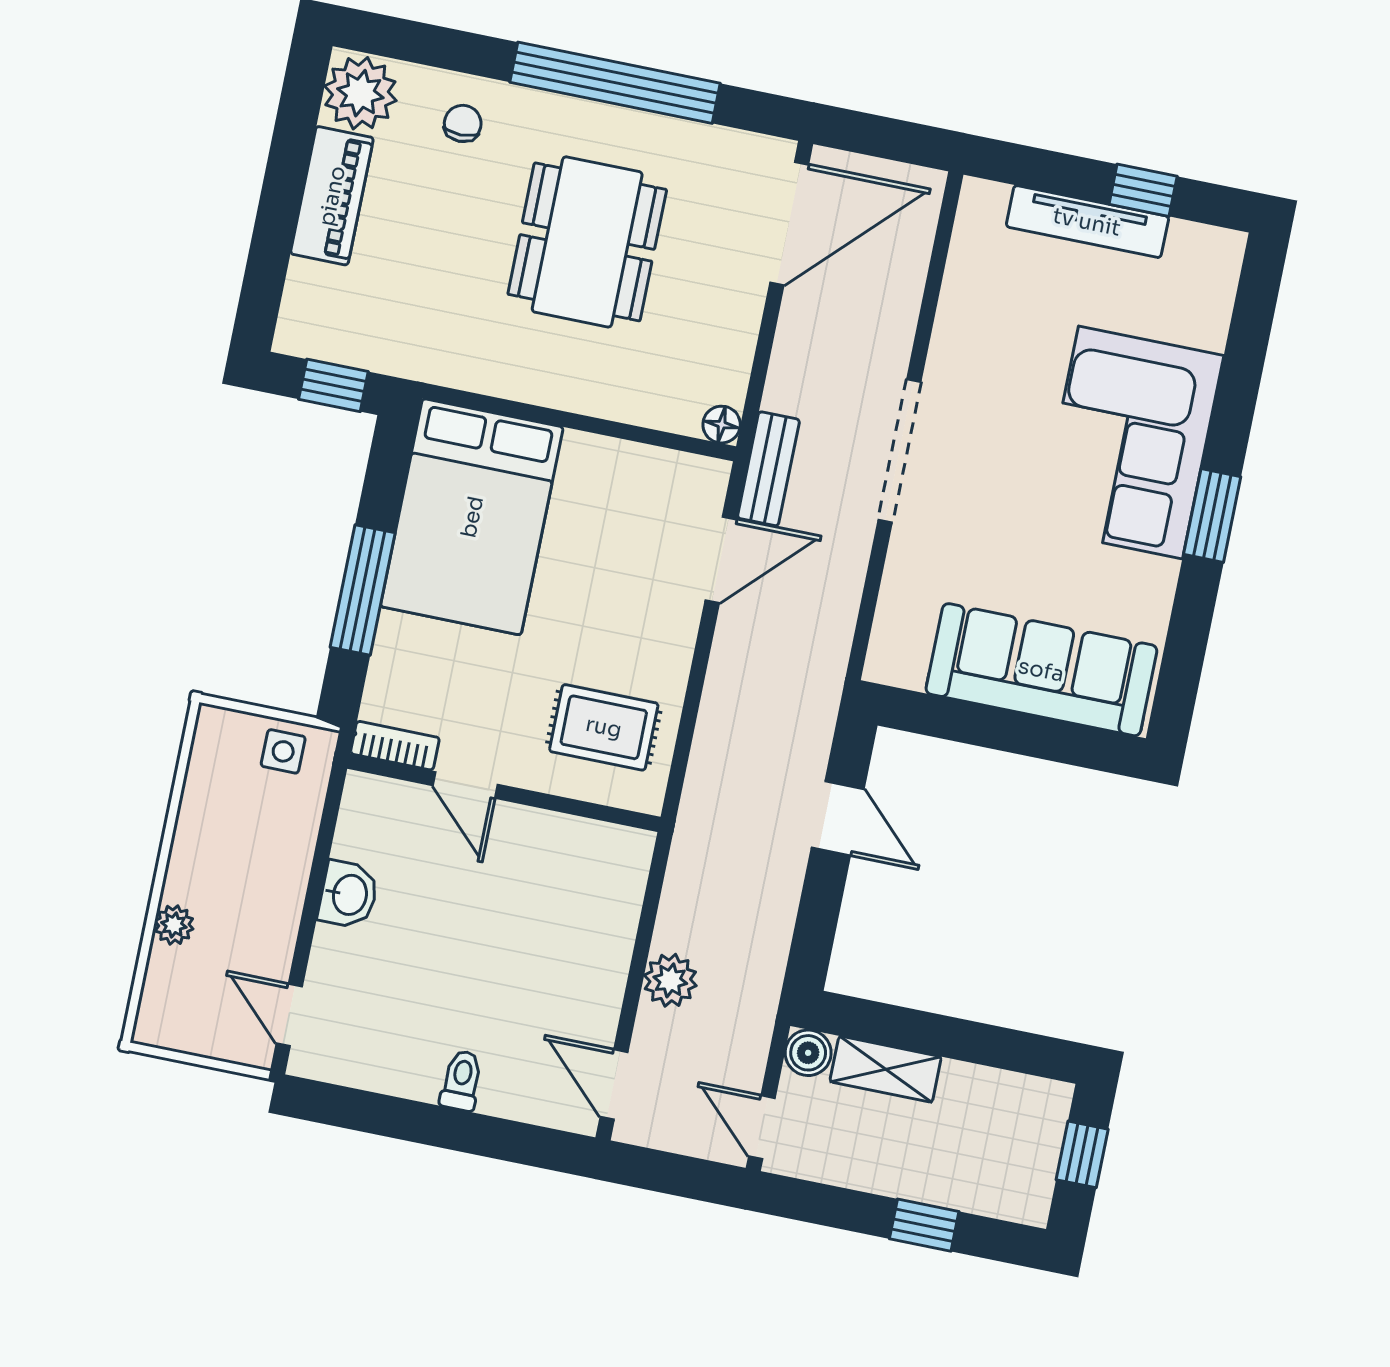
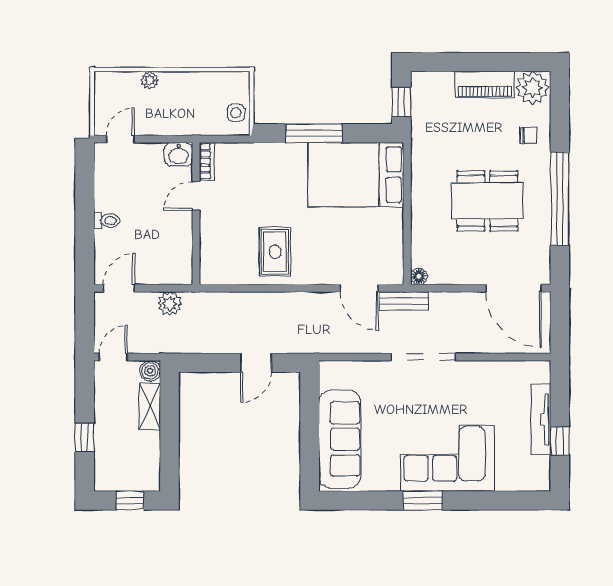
bookcase: (395, 746) -> (207, 161), moved
door: (465, 785) -> (196, 196), moved
wall: (504, 793) -> (196, 214), moved

